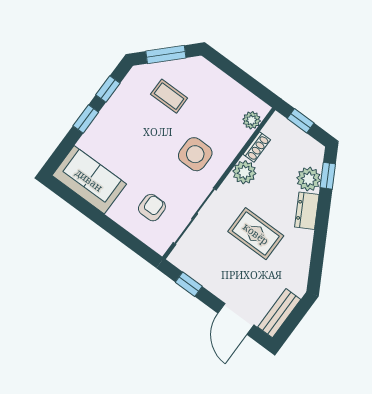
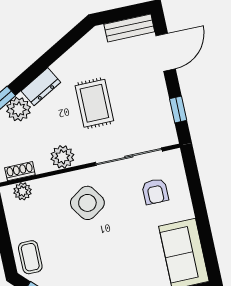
coffee table: (169, 96) -> (30, 257), moved
shoe rack: (257, 147) -> (20, 171), moved
side table: (195, 154) -> (87, 203), turned -34
armchair: (152, 208) -> (155, 191), turned -90

